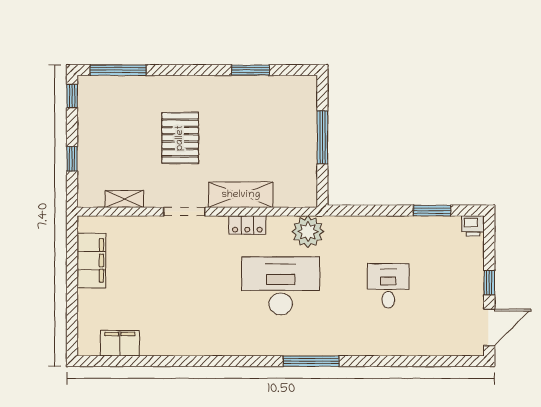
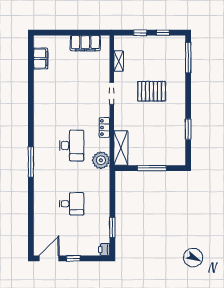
window: (72, 96) -> (163, 33), moved
shelving: (241, 195) -> (121, 148), moved
desk: (281, 286) -> (72, 146), width x0.73, depth x0.77
door: (489, 327) -> (49, 258), swing flipped

